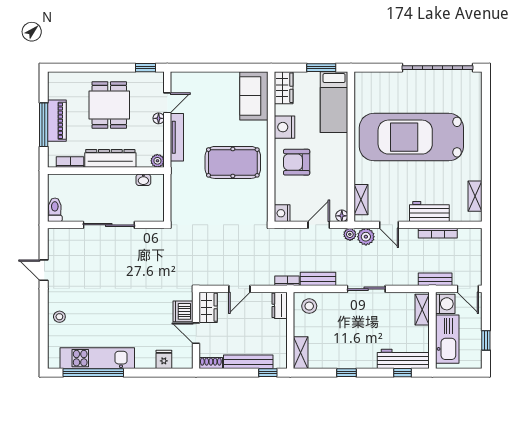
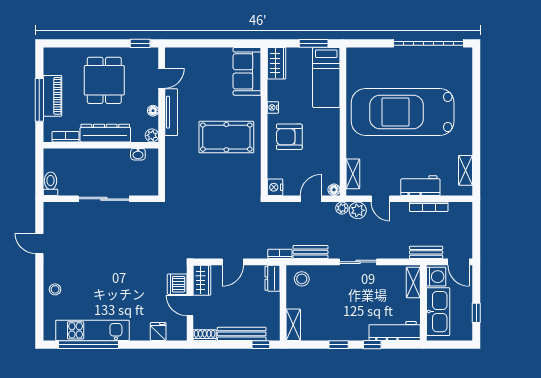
floor lamp: (159, 118) -> (153, 111), moved
nightstand: (284, 127) -> (273, 107), width x0.53, depth x0.56
window: (403, 373) -> (372, 345), moved

